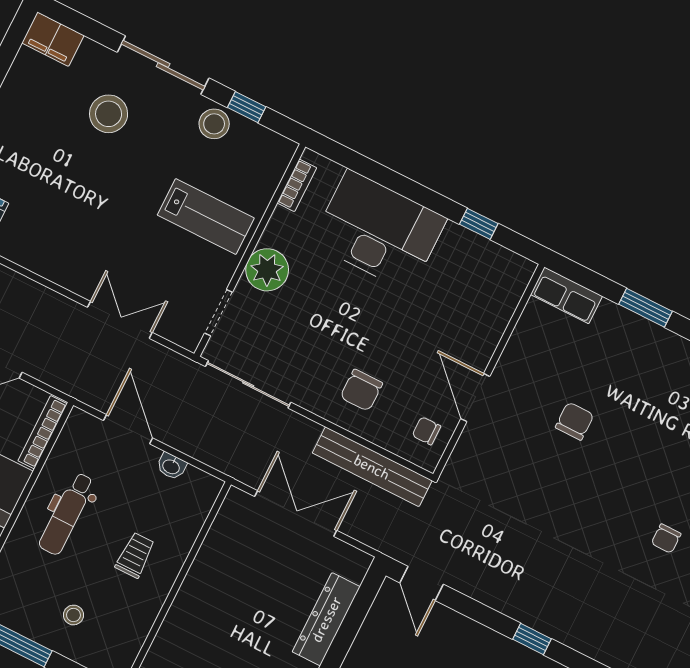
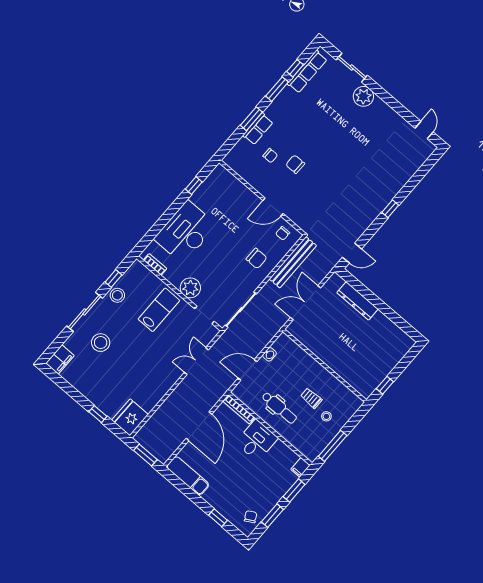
row of seats: (566, 295) -> (258, 129), moved
chair: (666, 539) -> (270, 156), moved
trolley: (135, 555) -> (311, 398), moved

